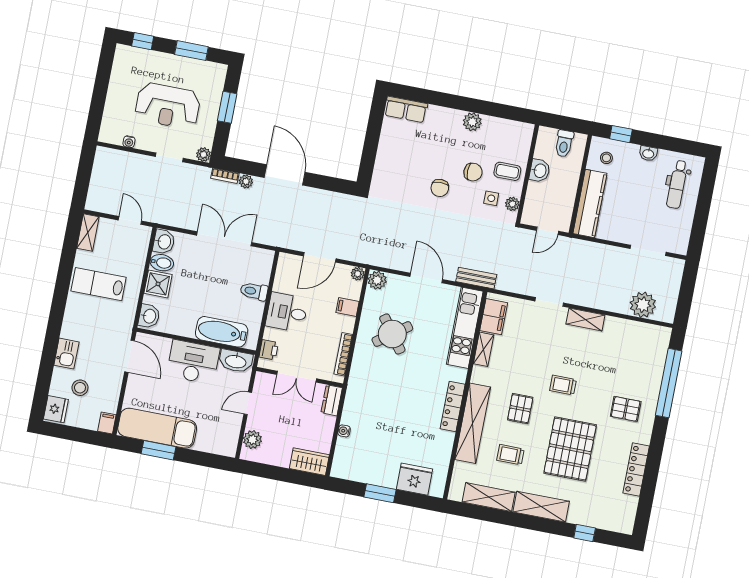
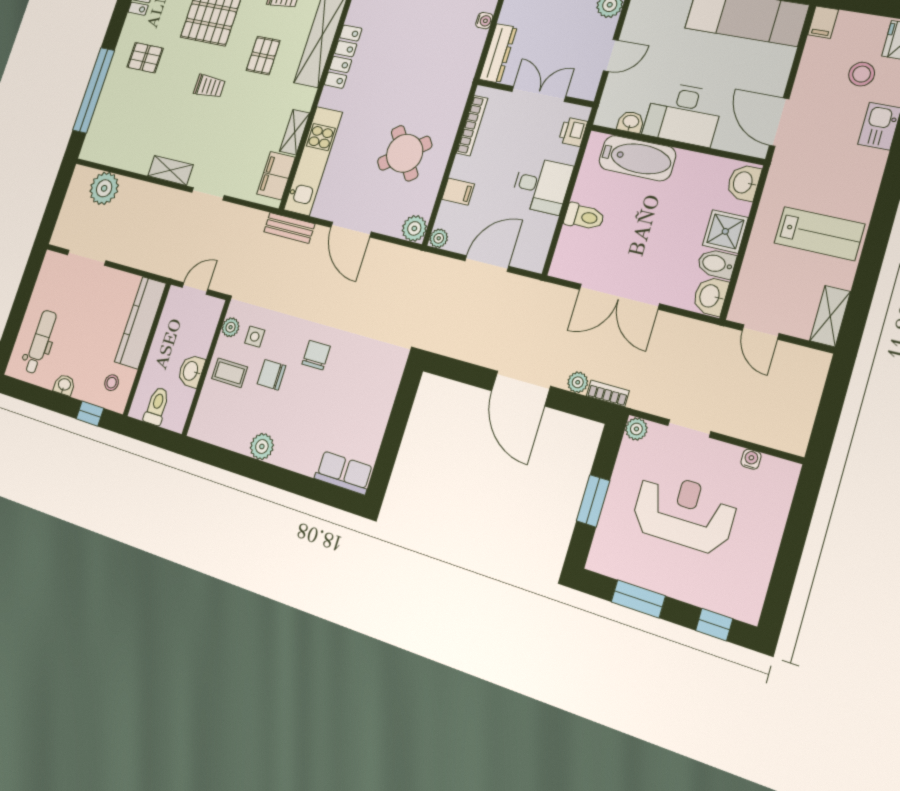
washbasin: (236, 361) -> (631, 122), width x0.52, depth x0.69
dresser: (332, 400) -> (498, 53), width x1.44

